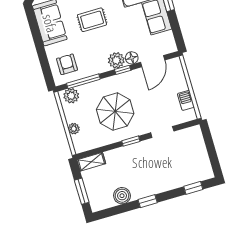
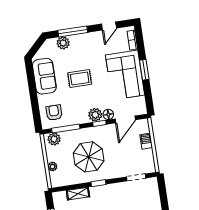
barbecue: (186, 100) -> (146, 141), moved
doorway: (162, 132) -> (136, 177), moved
shelving: (91, 162) -> (78, 194), moved

